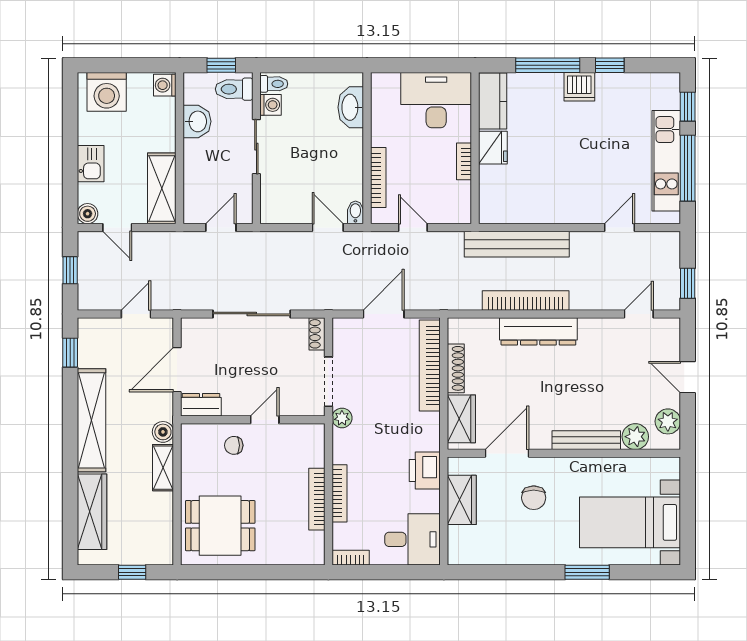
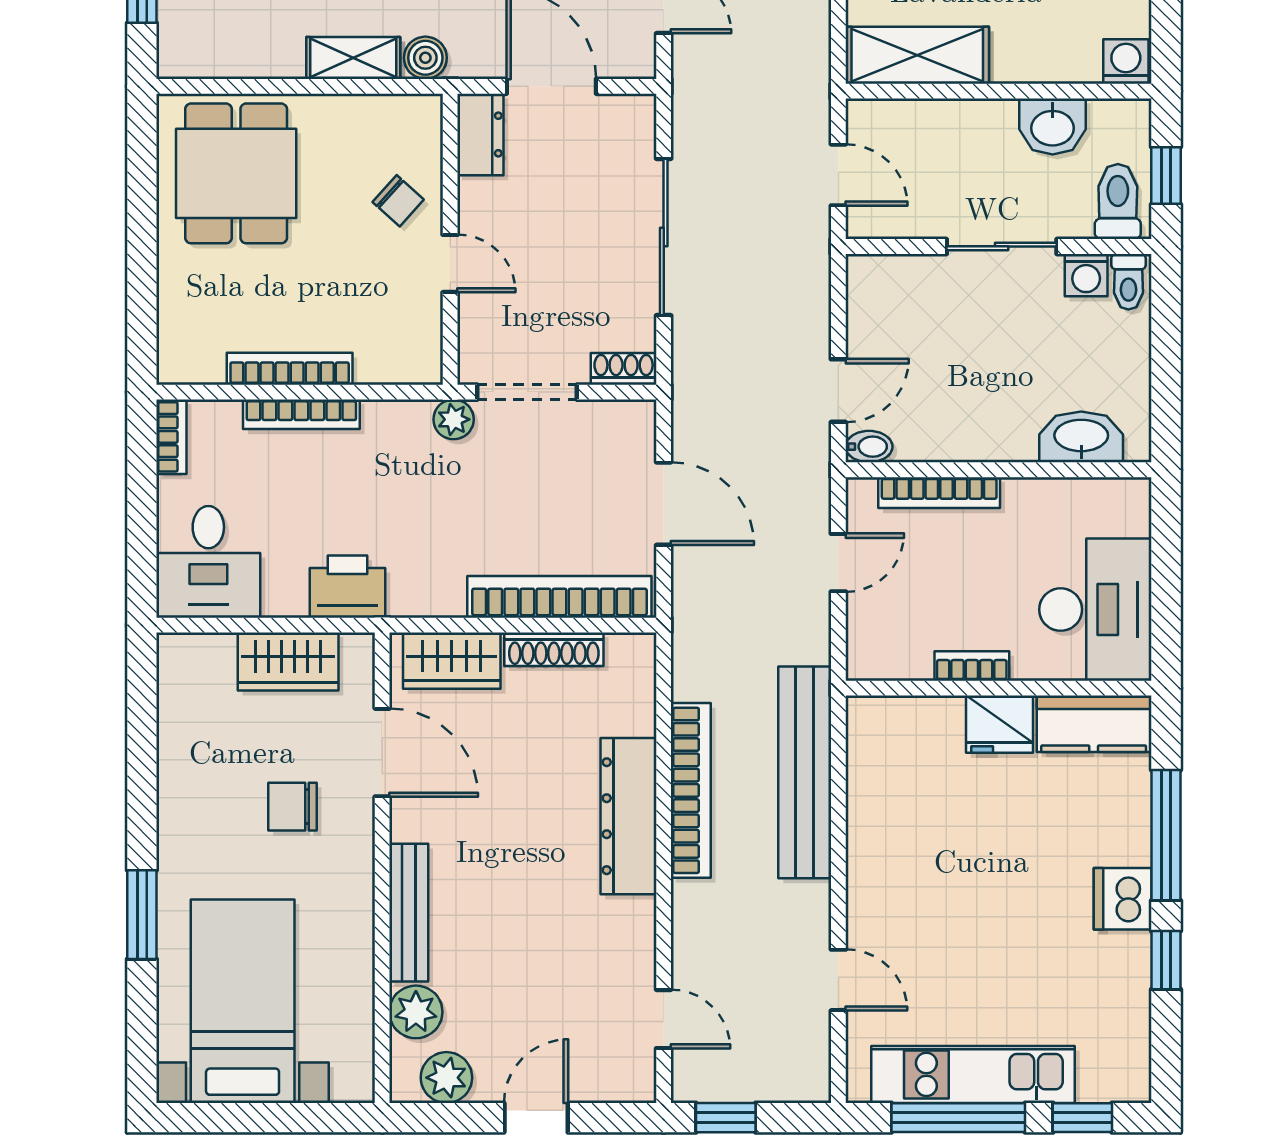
chair: (234, 445) -> (398, 201), turned 132

